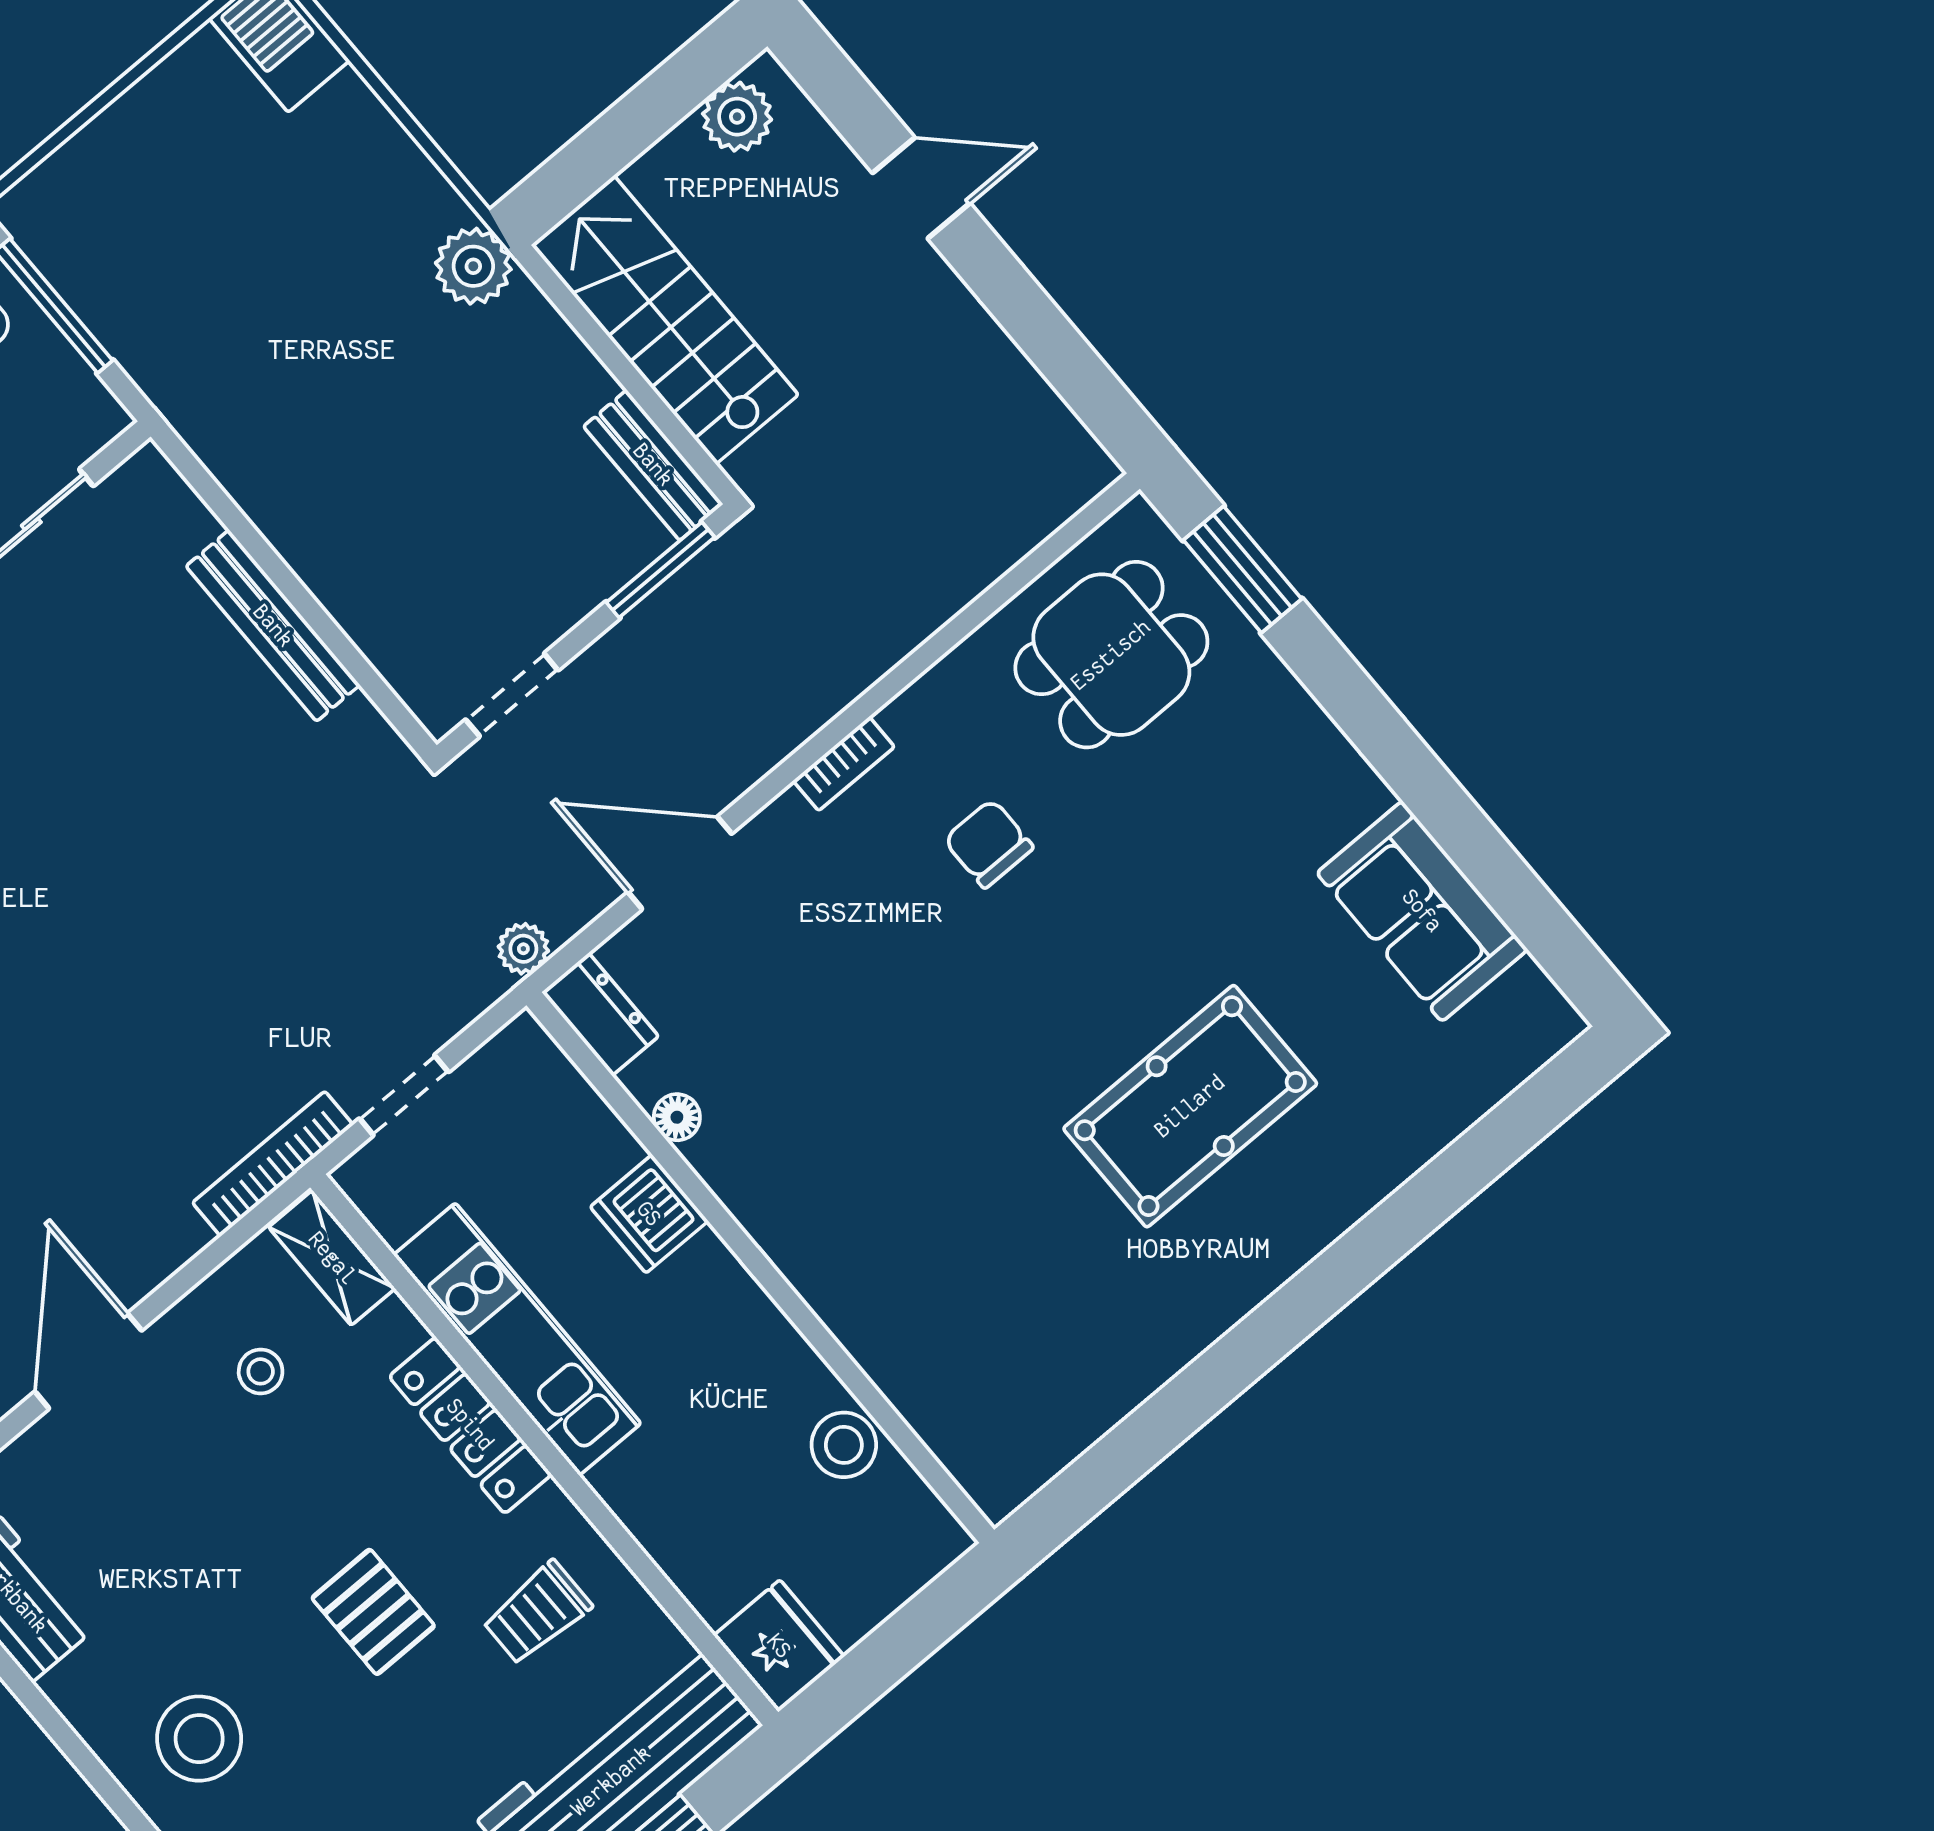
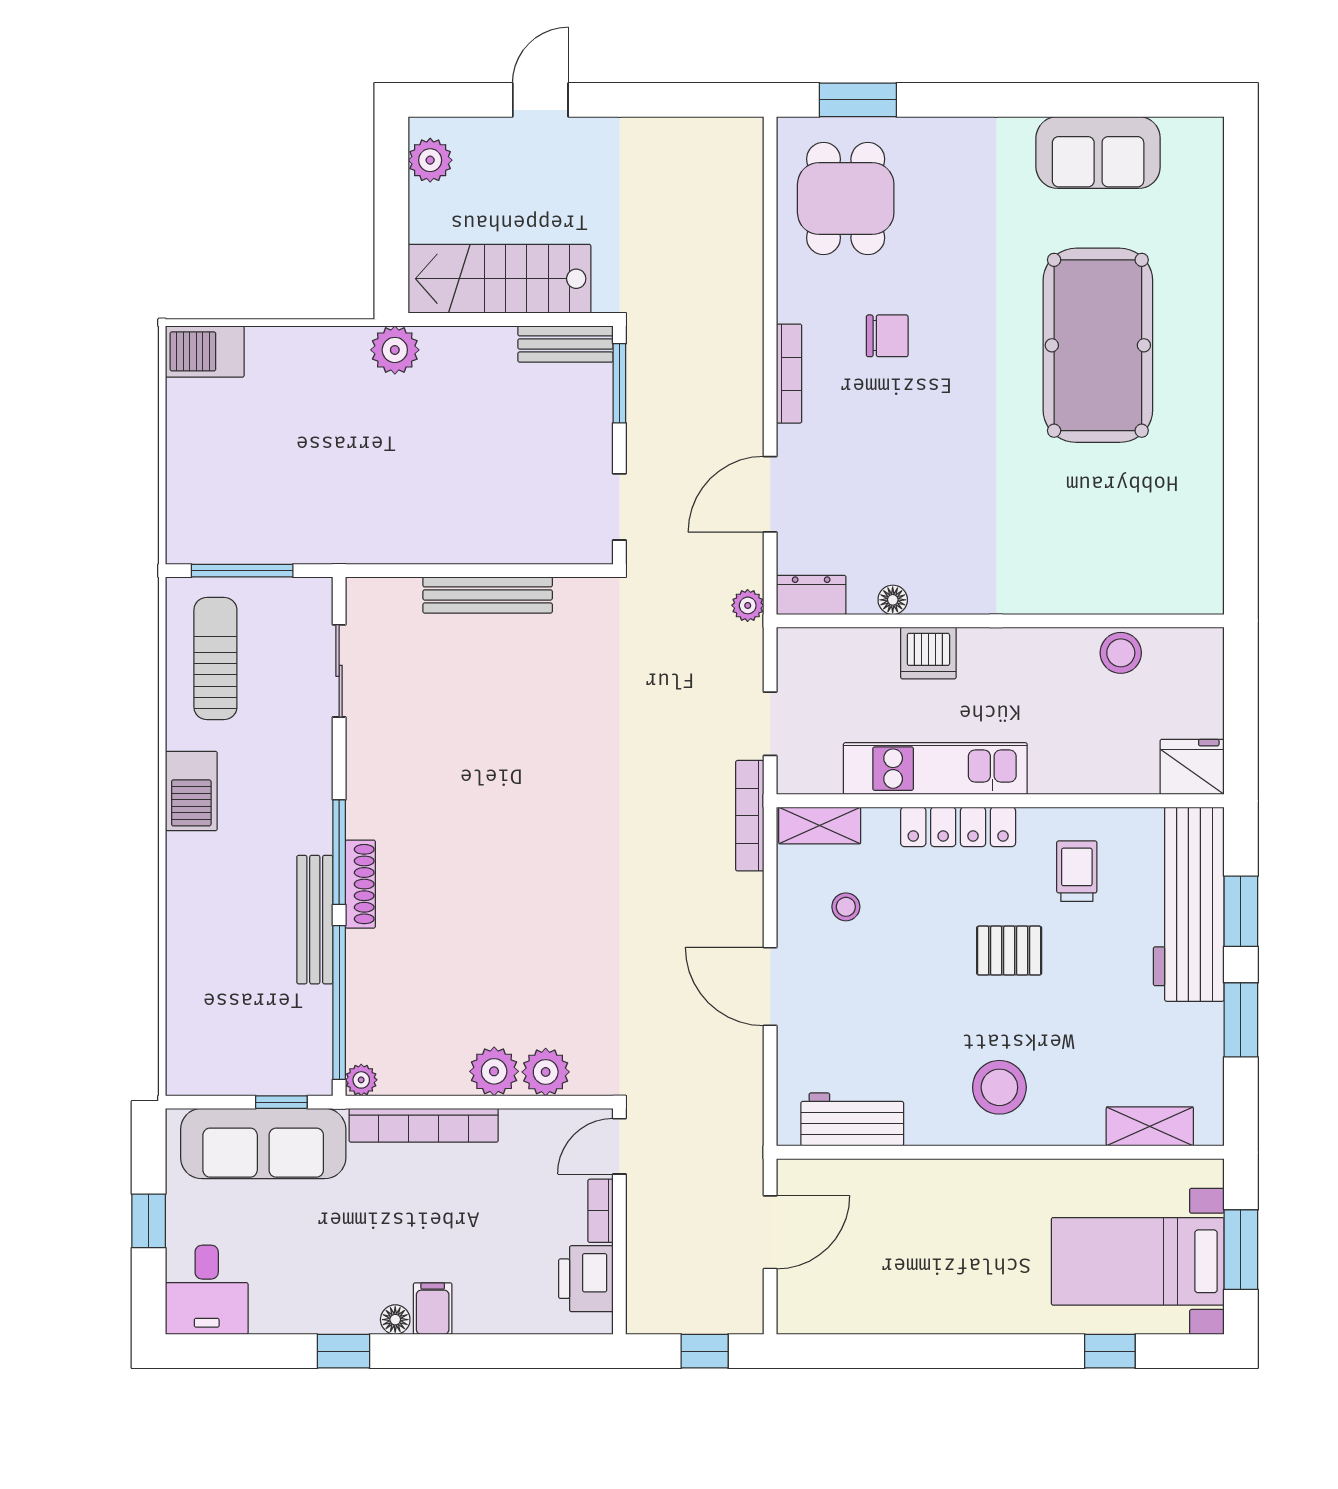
bookcase: (844, 764) -> (789, 374), width x1.56
chair: (988, 844) -> (887, 336), turned 180
pool table: (1190, 1106) -> (1098, 345), width x1.36, depth x1.32
trolley: (537, 1613) -> (1077, 871), turned 180

